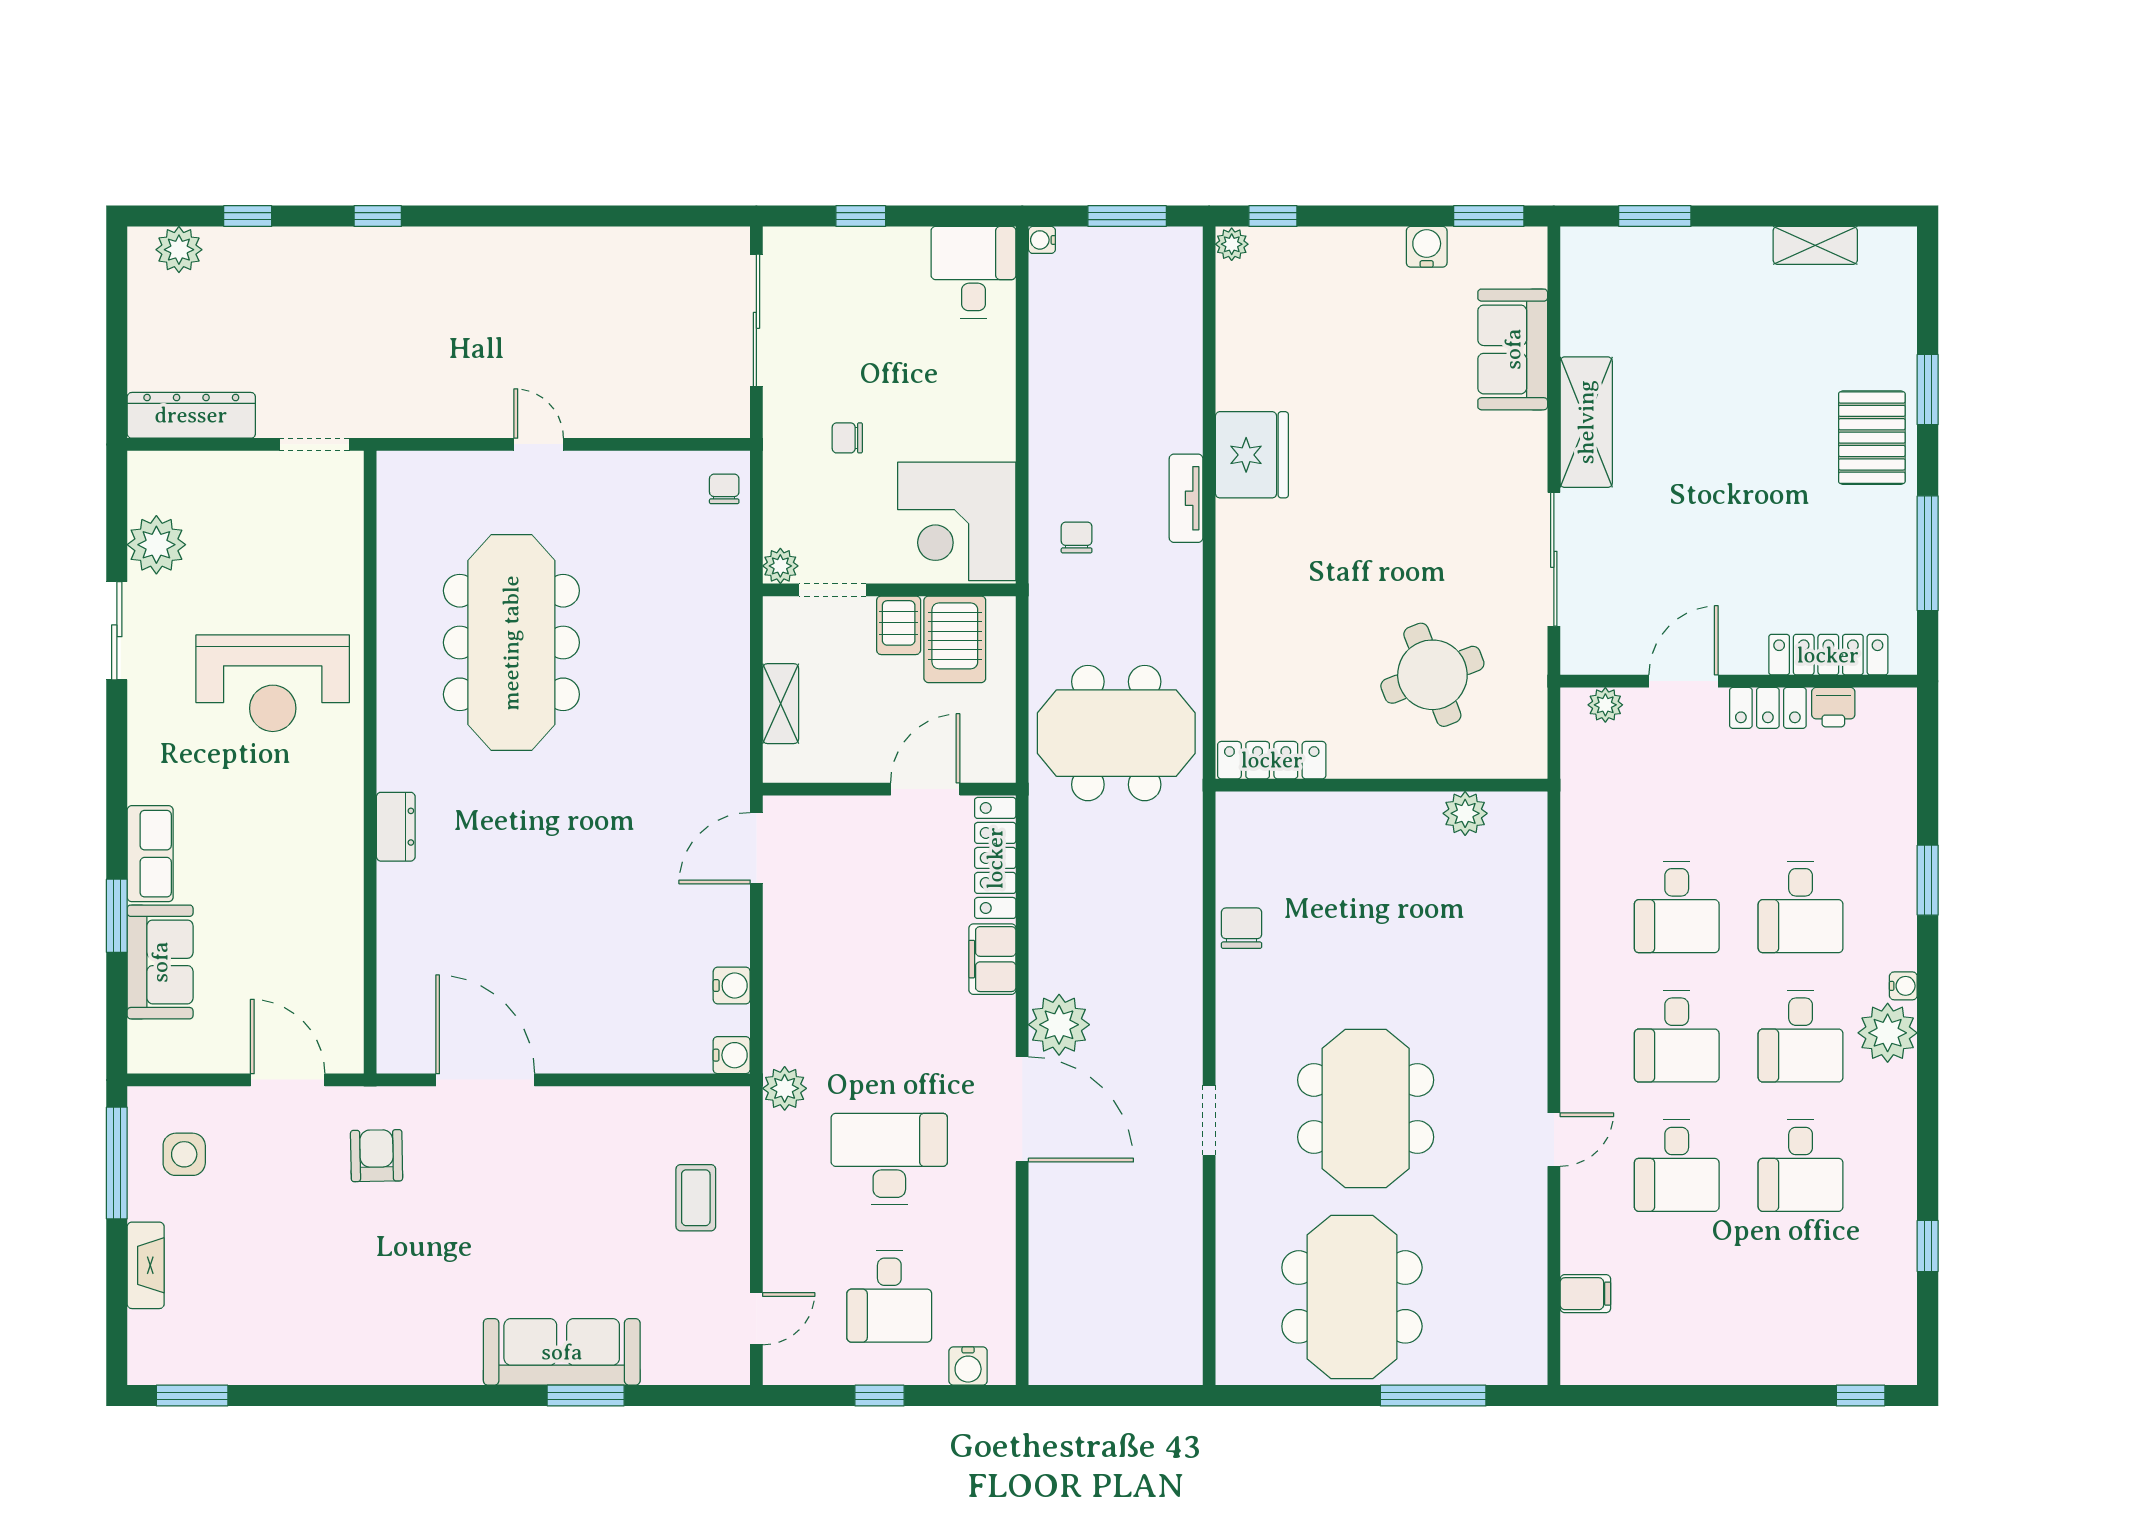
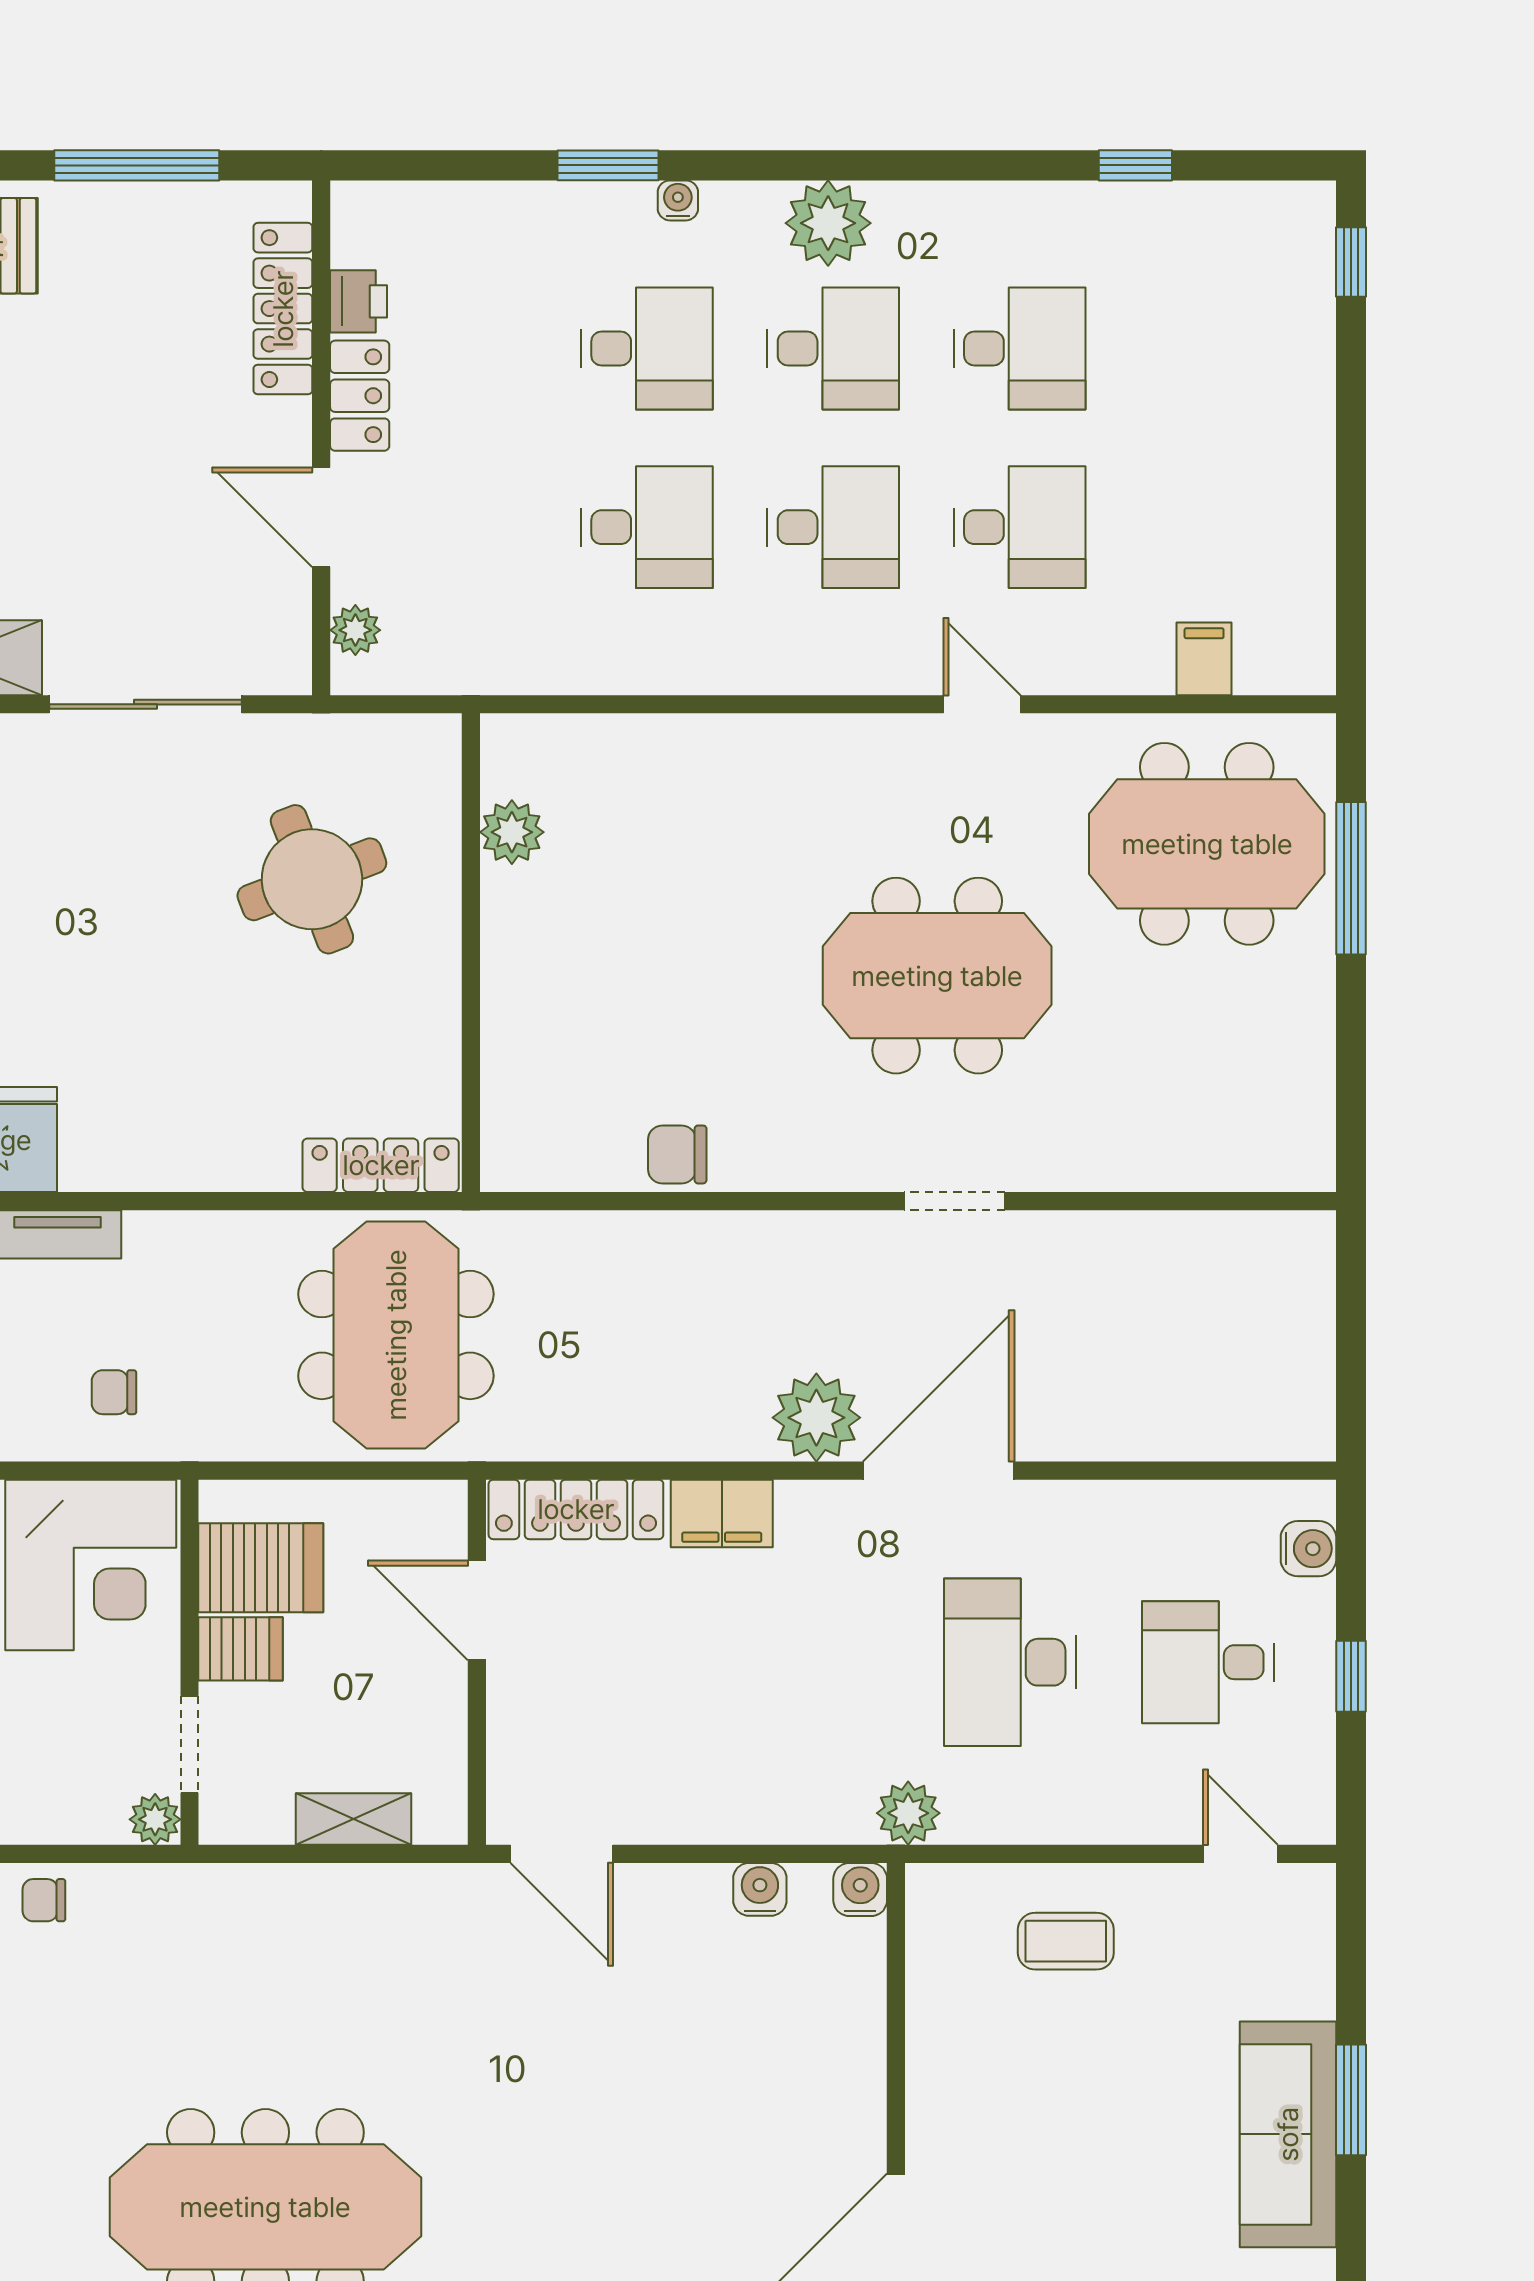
locker: (1272, 760) -> (381, 1165), moved, turned 90
water cooler: (1903, 986) -> (678, 200), moved
desk: (889, 1296) -> (1208, 1662), turned 180
meeting table: (1352, 1297) -> (1207, 844), moved

